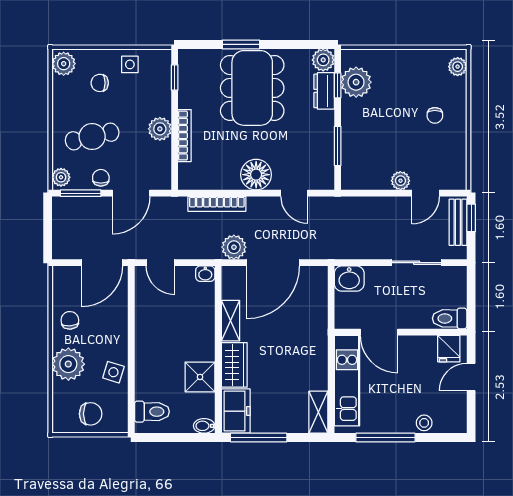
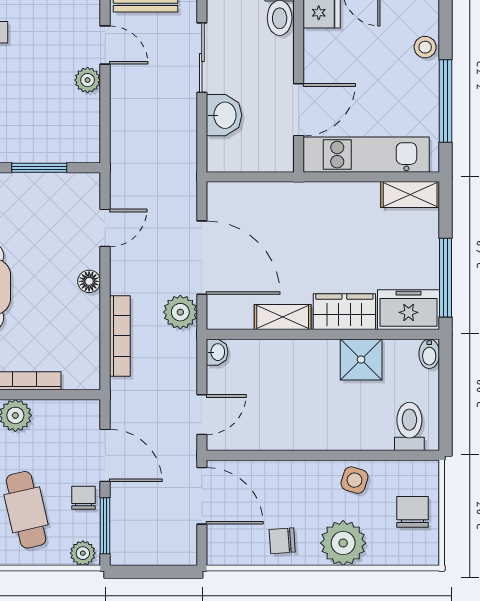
floor lamp: (256, 175) -> (89, 281), width x0.53, depth x0.53
chair: (101, 178) -> (84, 498), turned 90
washbasin: (349, 279) -> (224, 115), moved

